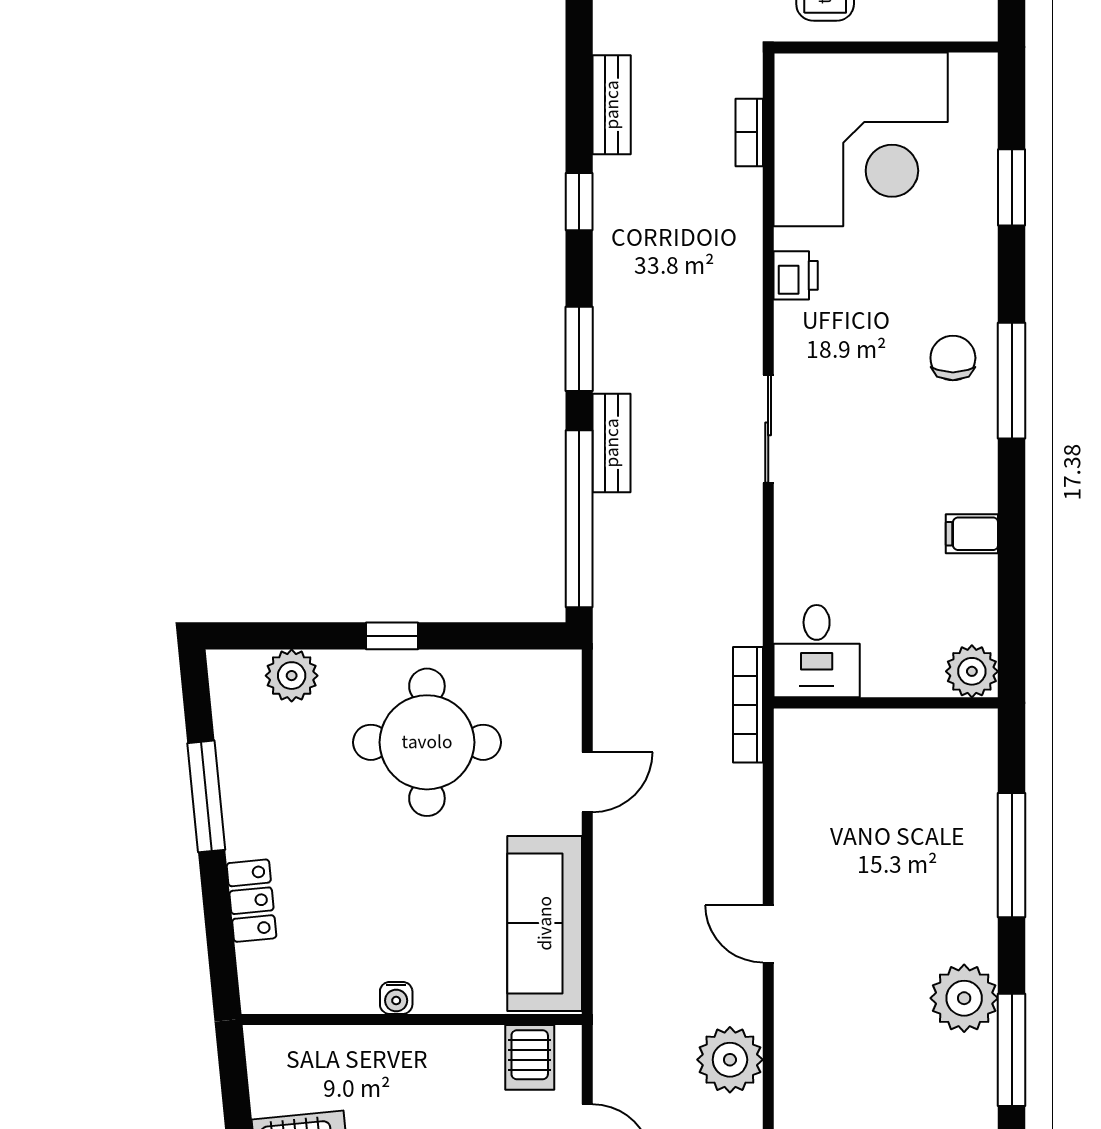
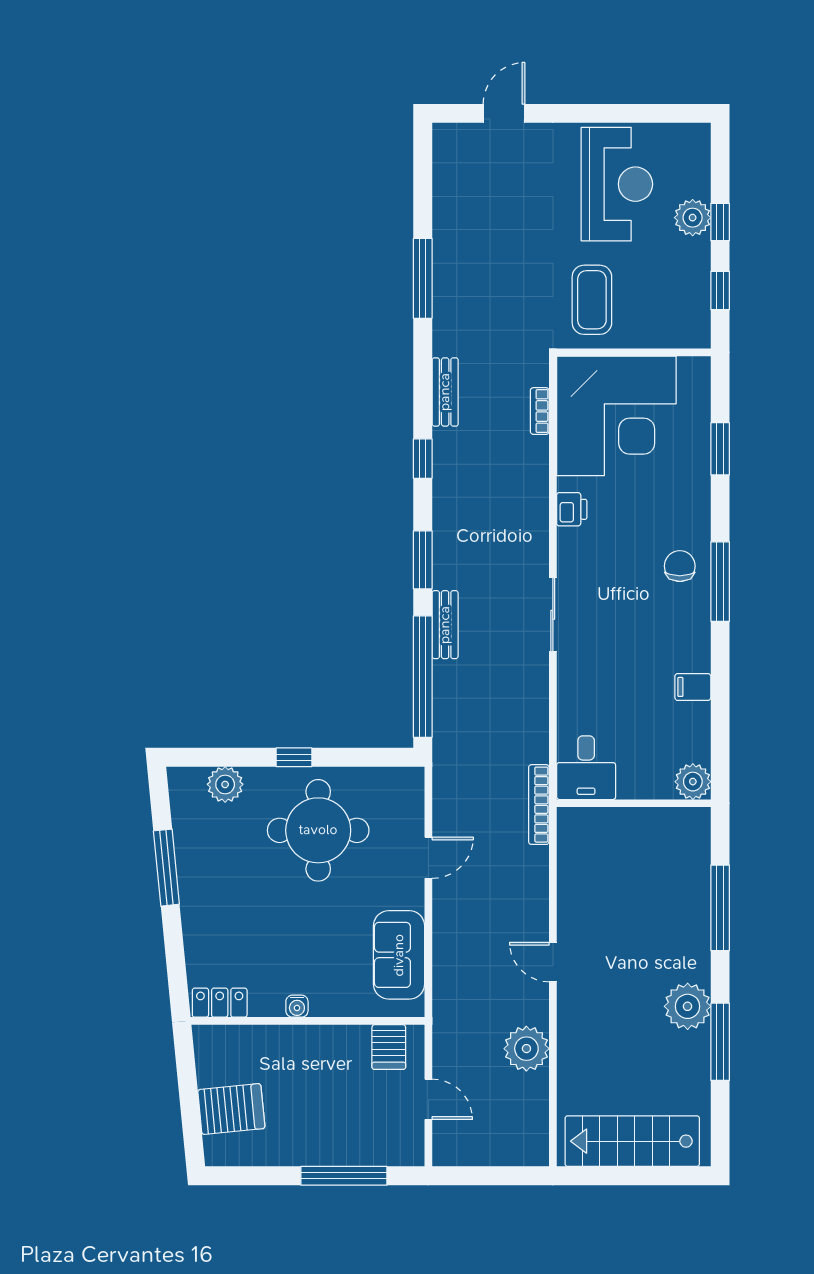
locker: (251, 901) -> (220, 1003), moved, turned -84
sofa: (545, 923) -> (399, 955), width x0.73

